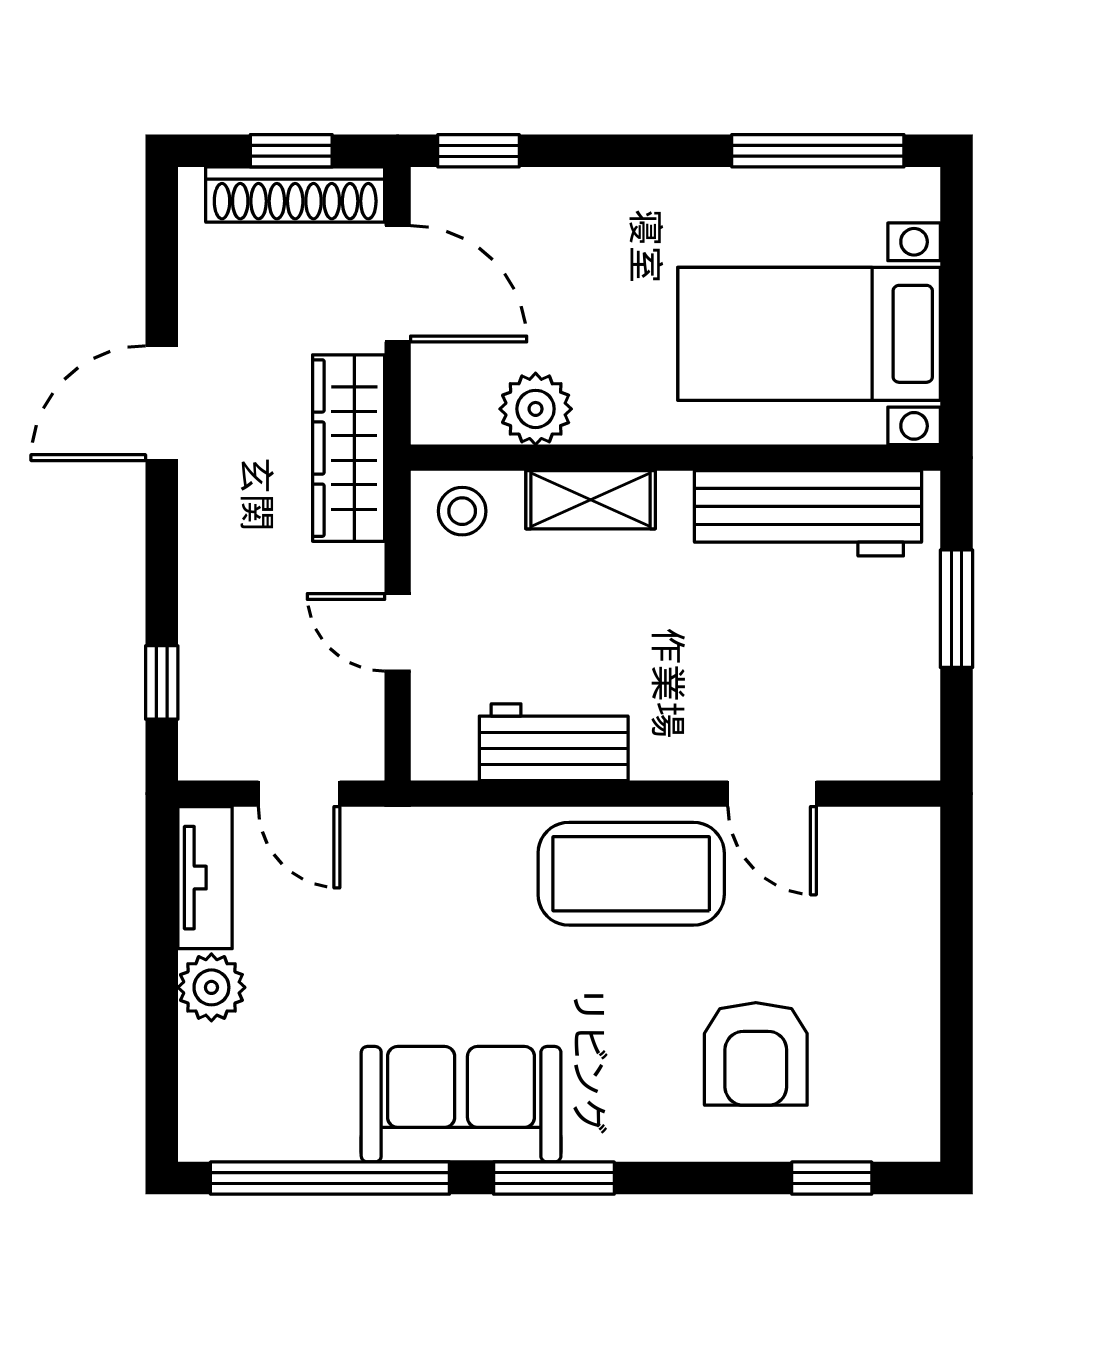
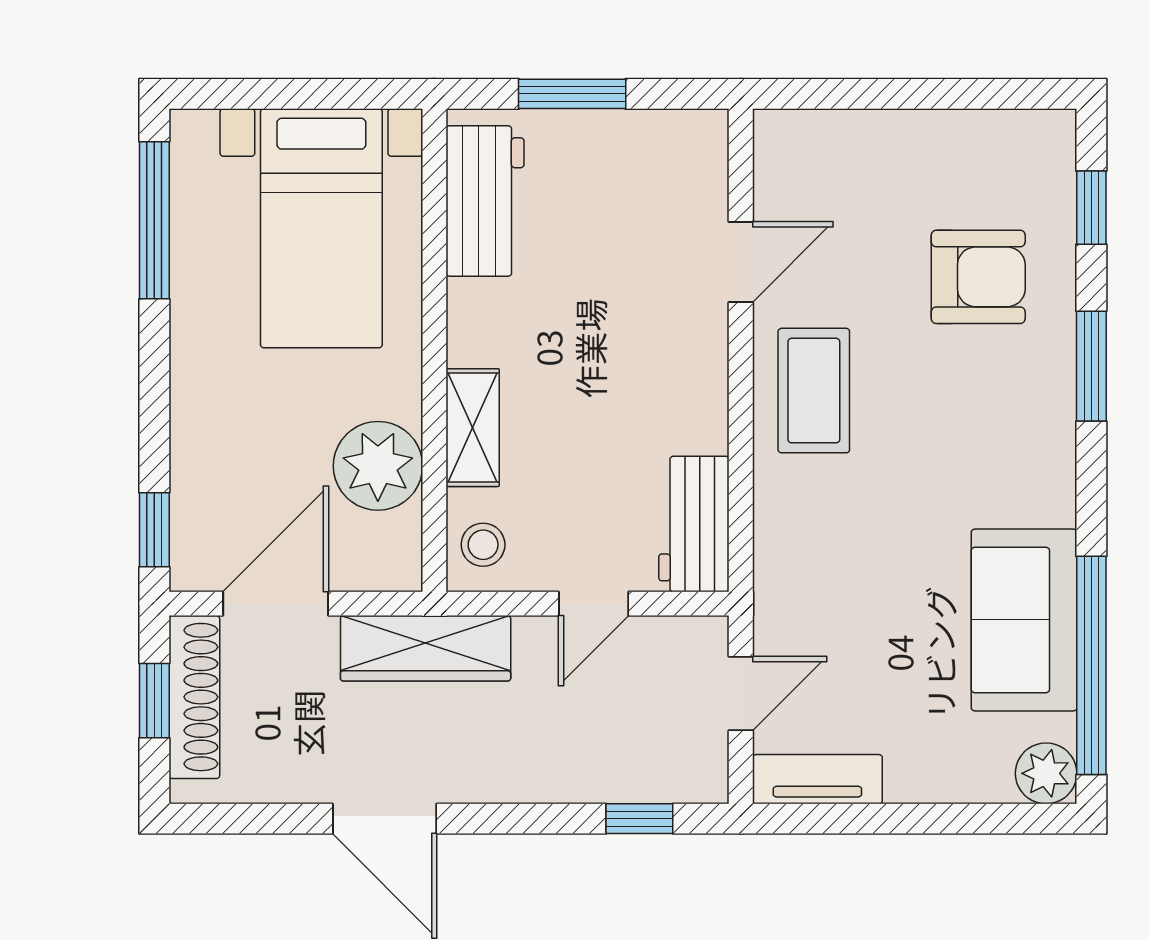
plant: (536, 409) -> (378, 466), width x1.36, depth x1.36
workbench: (808, 513) -> (485, 201), width x0.73
workbench: (554, 742) -> (694, 524), moved
coffee table: (631, 874) -> (814, 391), width x0.73, depth x0.76
plant: (211, 987) -> (1046, 773), moved
sofa: (461, 1104) -> (1024, 620), moved
window: (554, 1178) -> (1091, 366), moved

